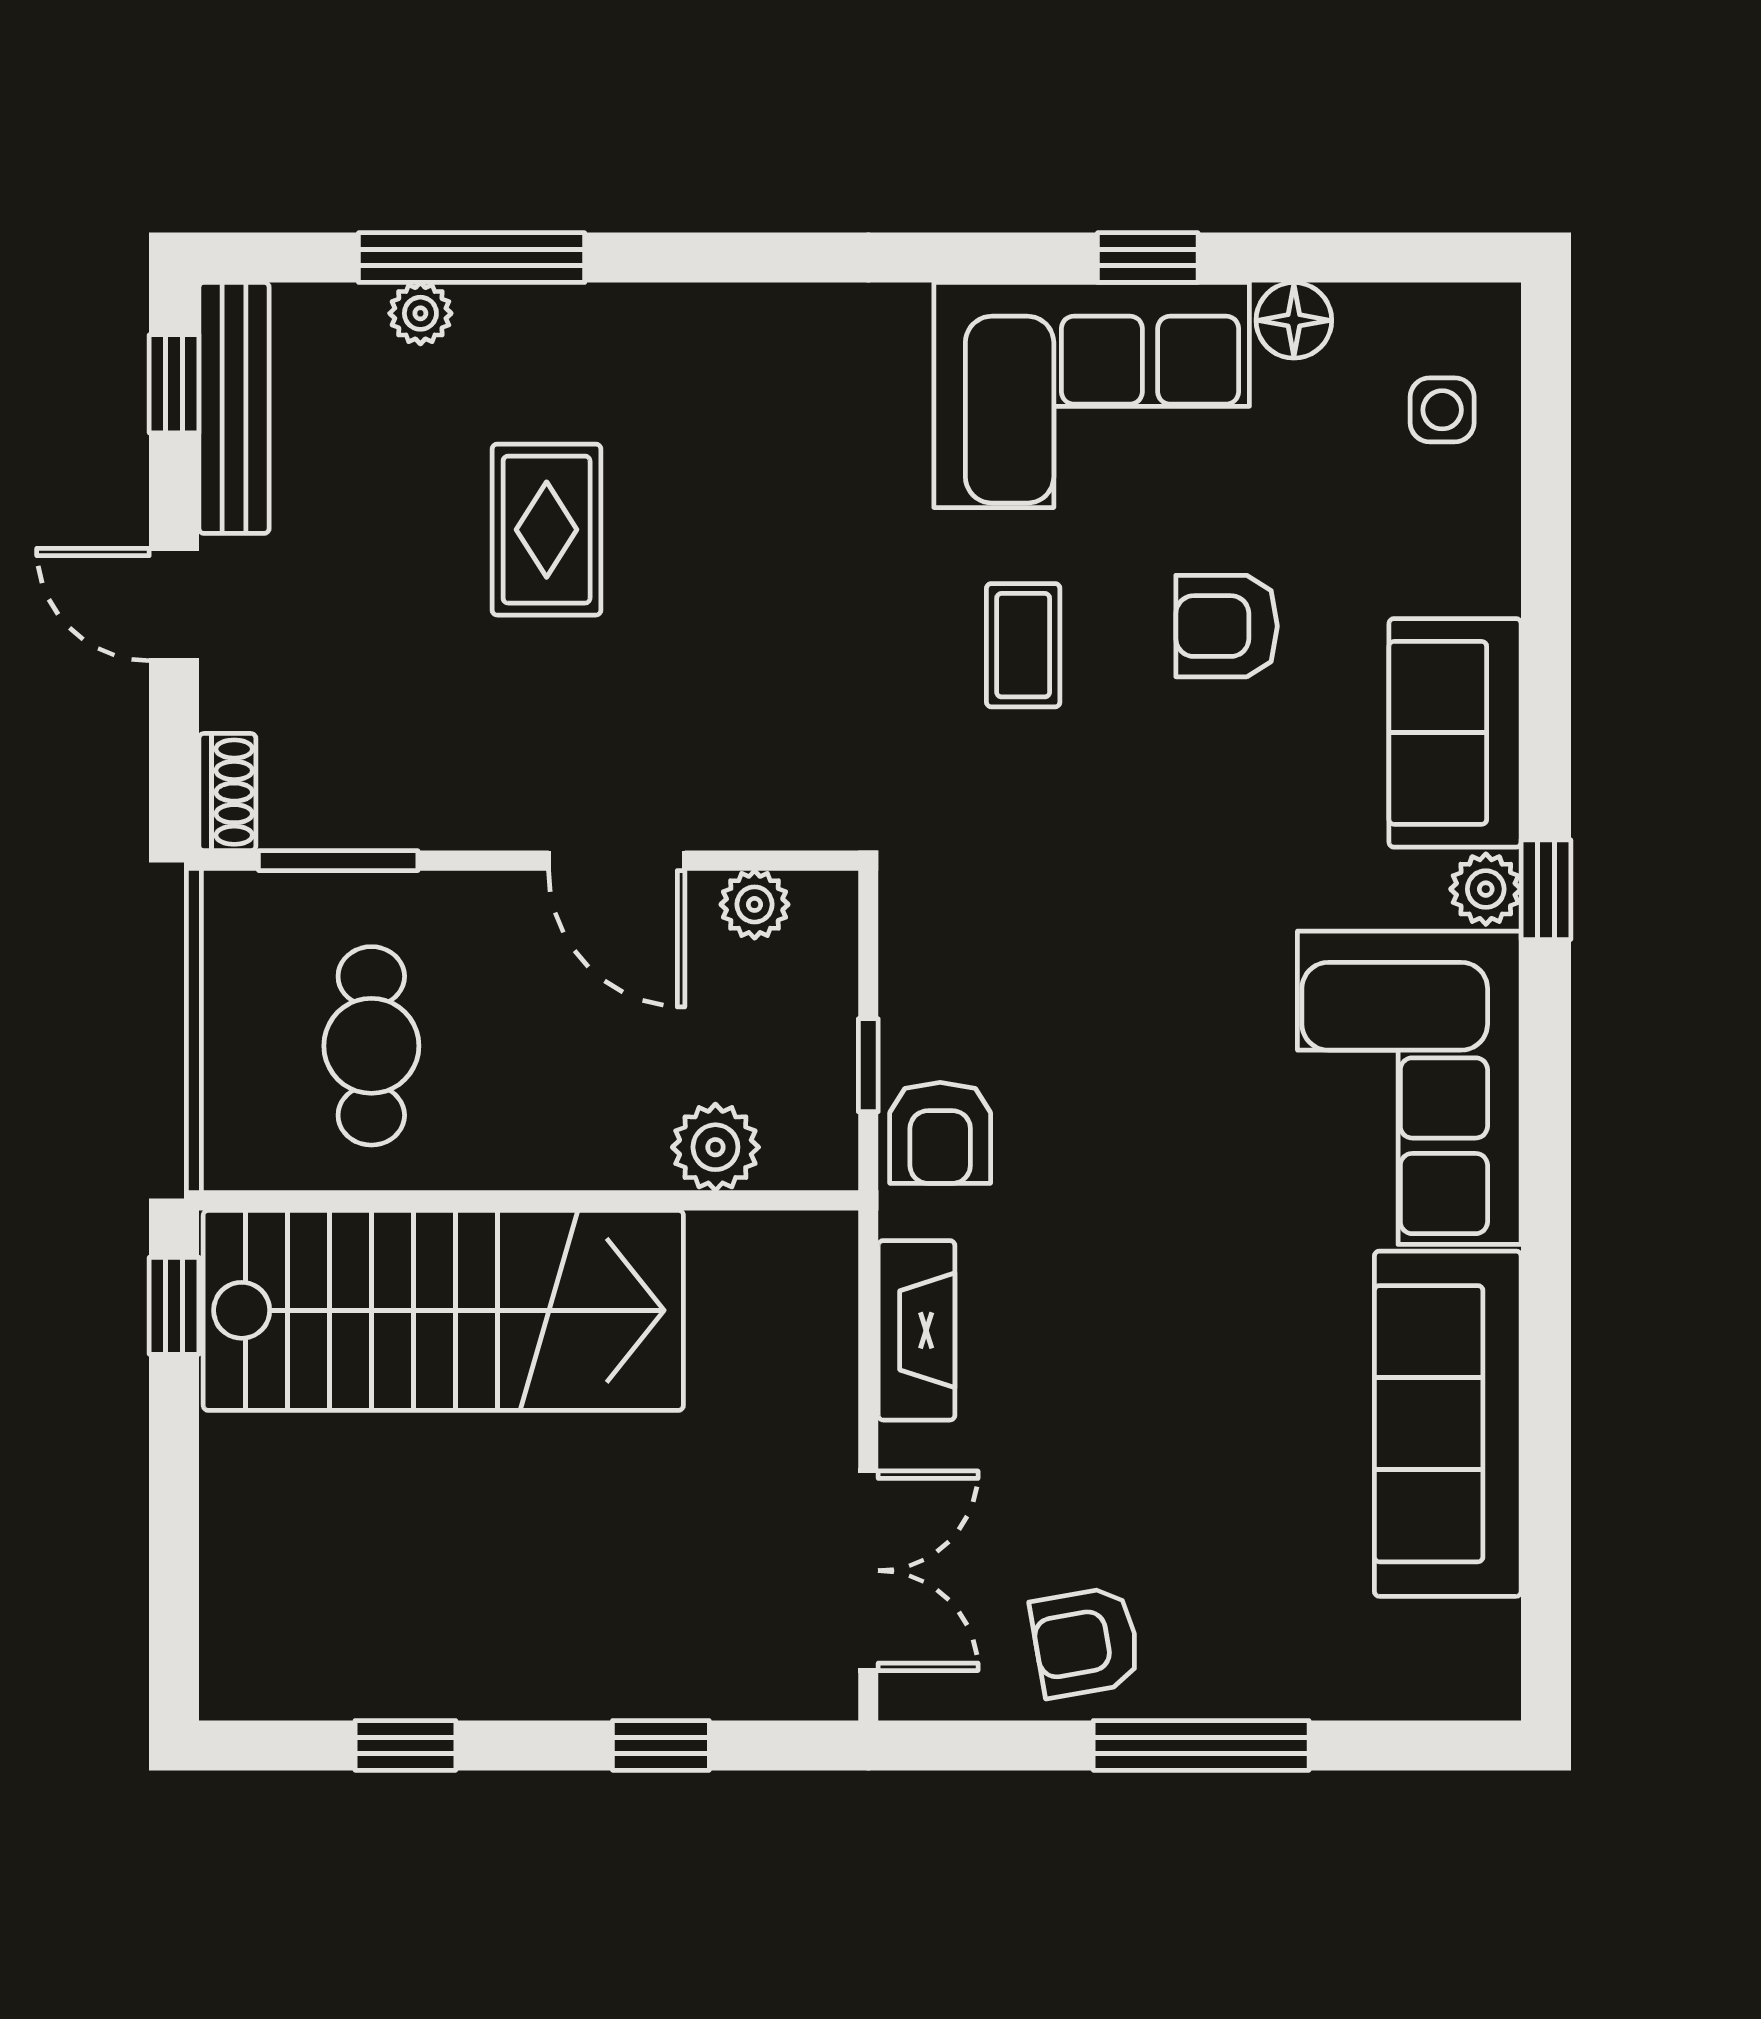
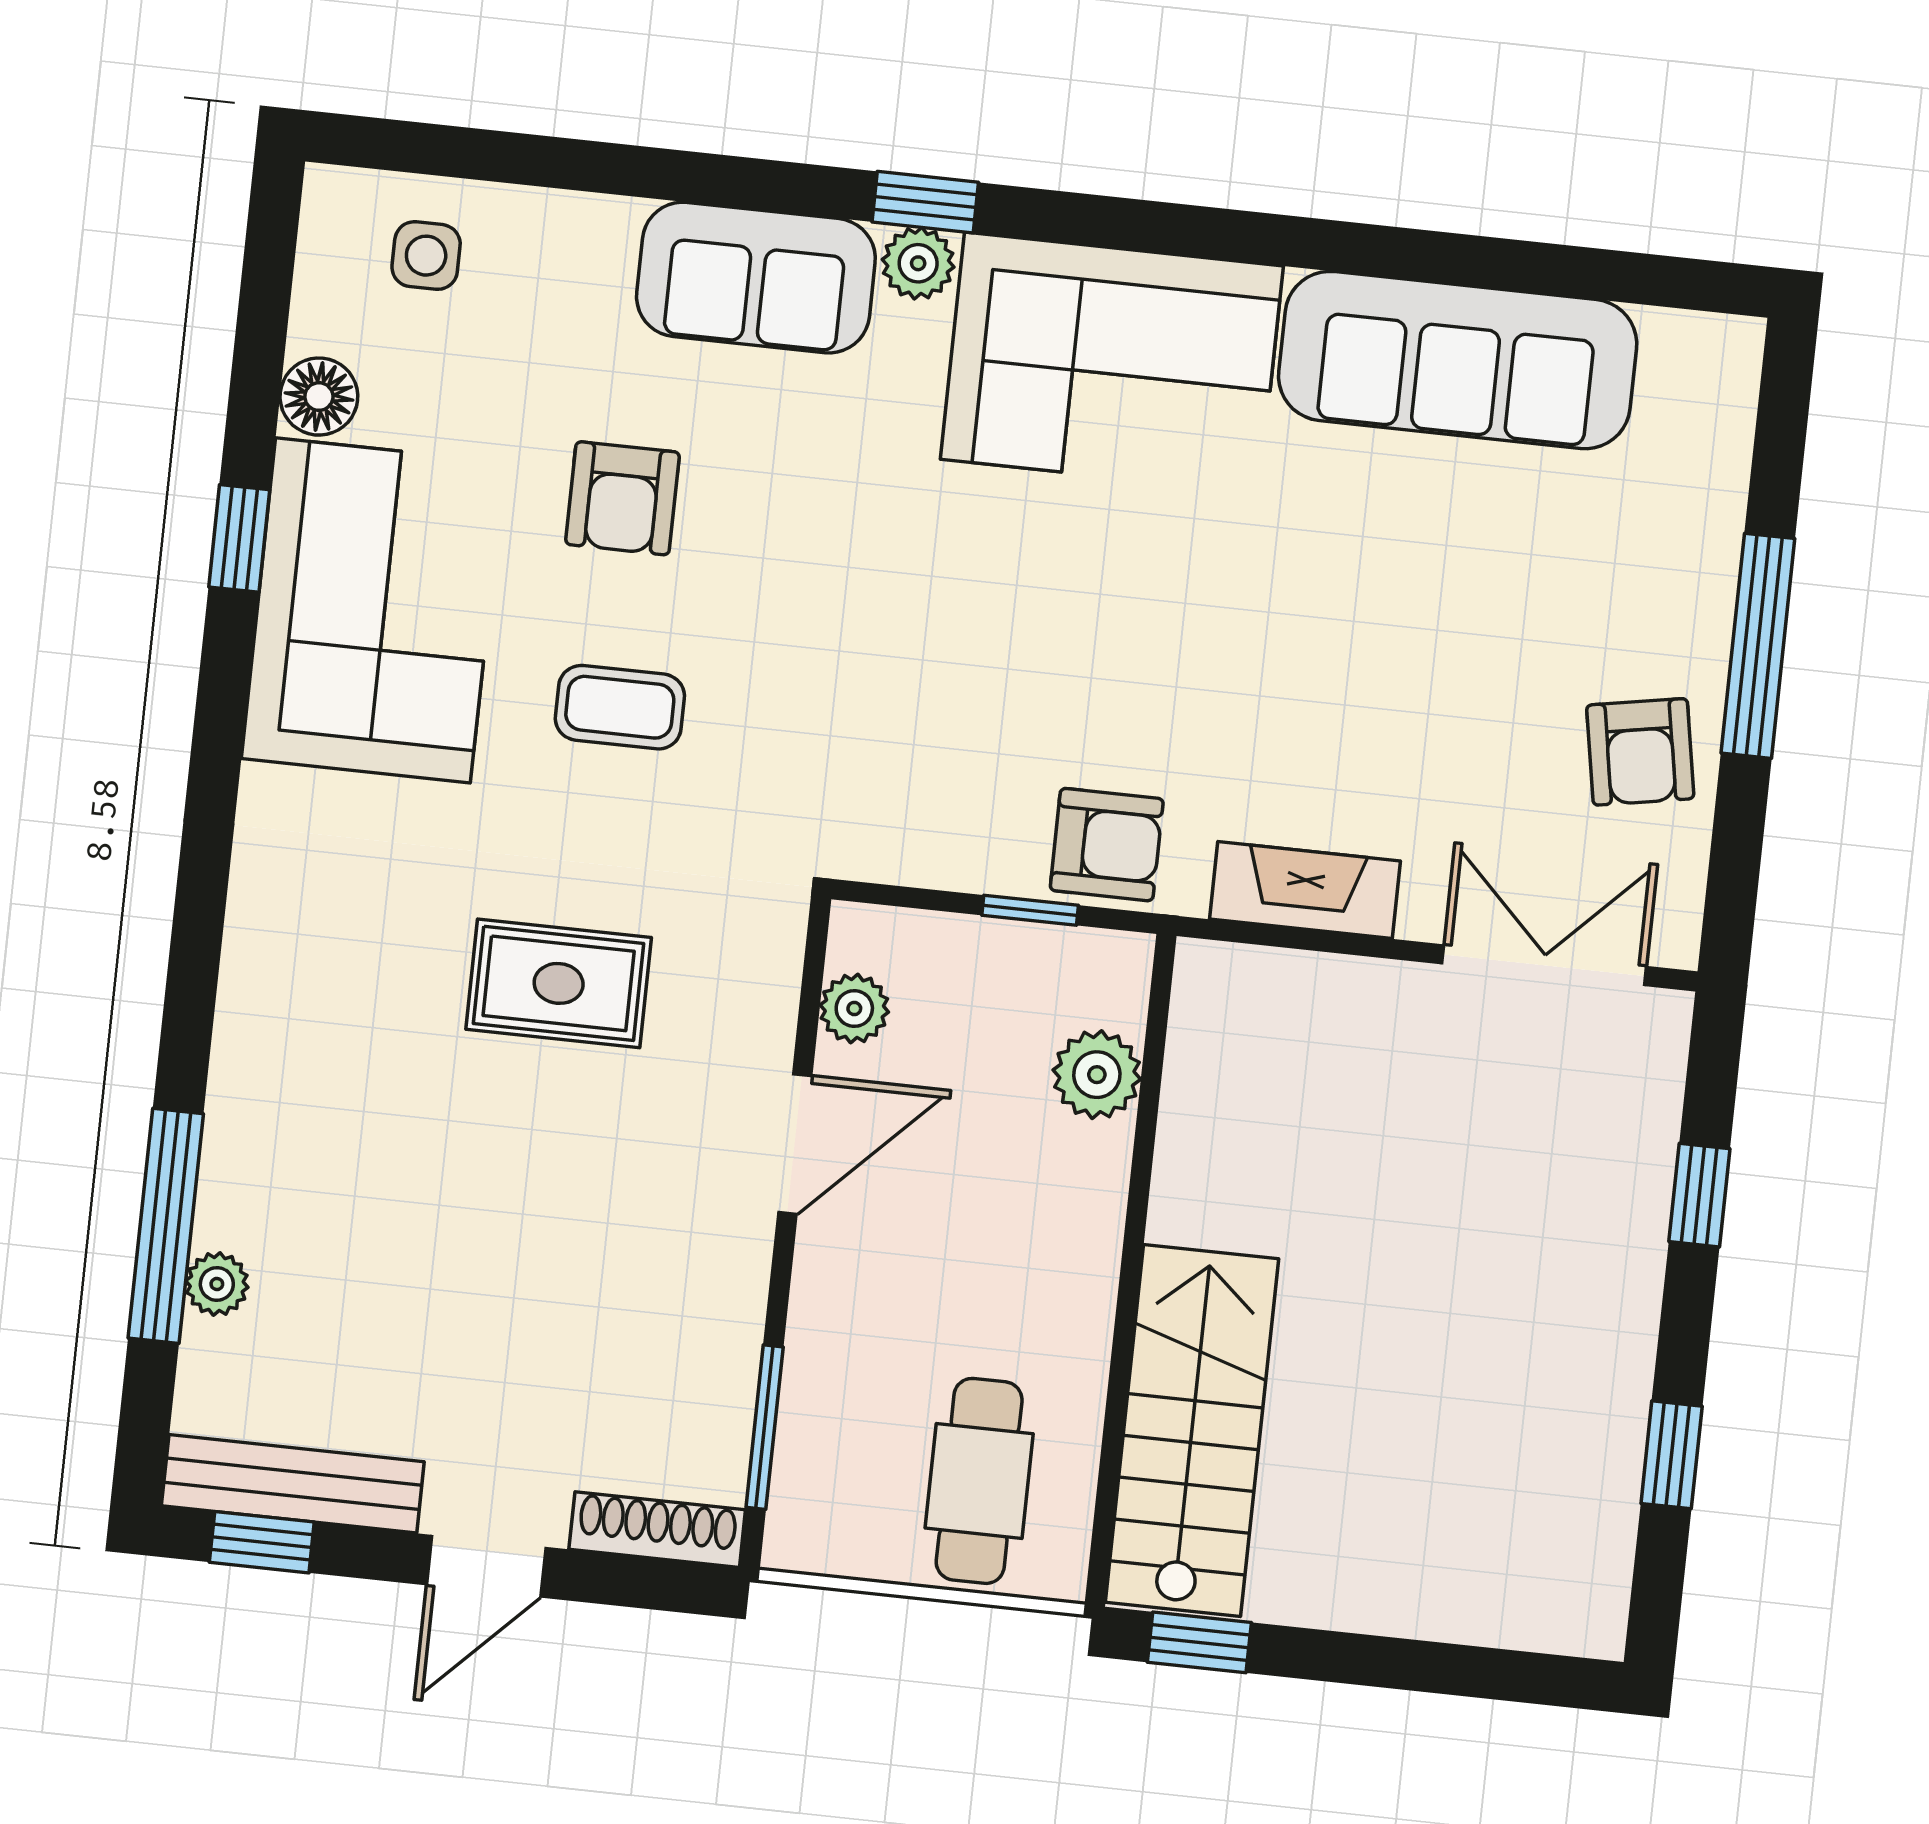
rug: (547, 530) -> (559, 983), moved
shoe rack: (227, 792) -> (657, 1530), width x1.43
cafe table: (371, 1046) -> (979, 1481), moved, turned 90
stairs: (443, 1310) -> (1192, 1431), width x0.73, depth x0.66

